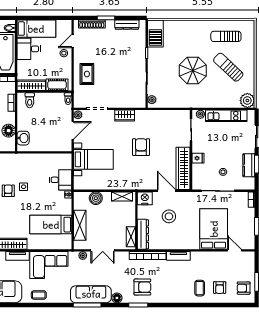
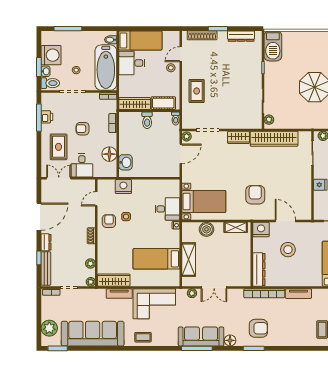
toilet: (30, 100) -> (147, 120), moved
armchair: (141, 147) -> (255, 195), moved
bed with nightstands: (93, 159) -> (204, 201), moved
nightstand: (21, 160) -> (123, 187), added
wardrobe: (183, 168) -> (274, 139), moved, turned -90
shelving: (131, 237) -> (246, 272), removed

